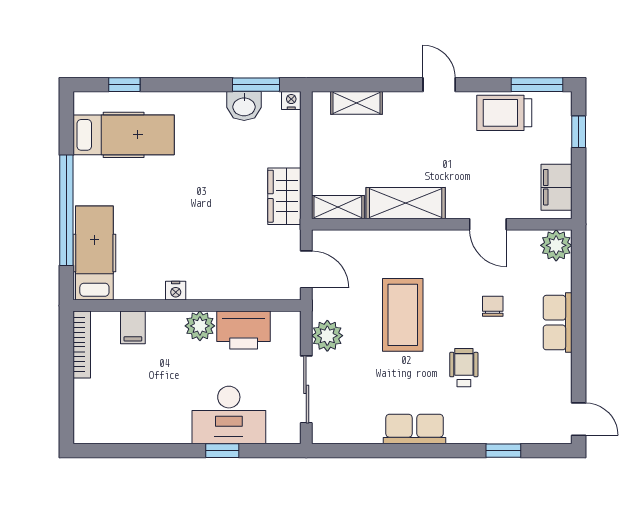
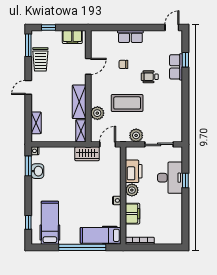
wardrobe: (284, 196) -> (87, 154), moved
plant: (556, 245) -> (97, 113), moved
filing cabinet: (133, 327) -> (132, 214), width x2.00
row of seats: (415, 429) -> (176, 67), moved

